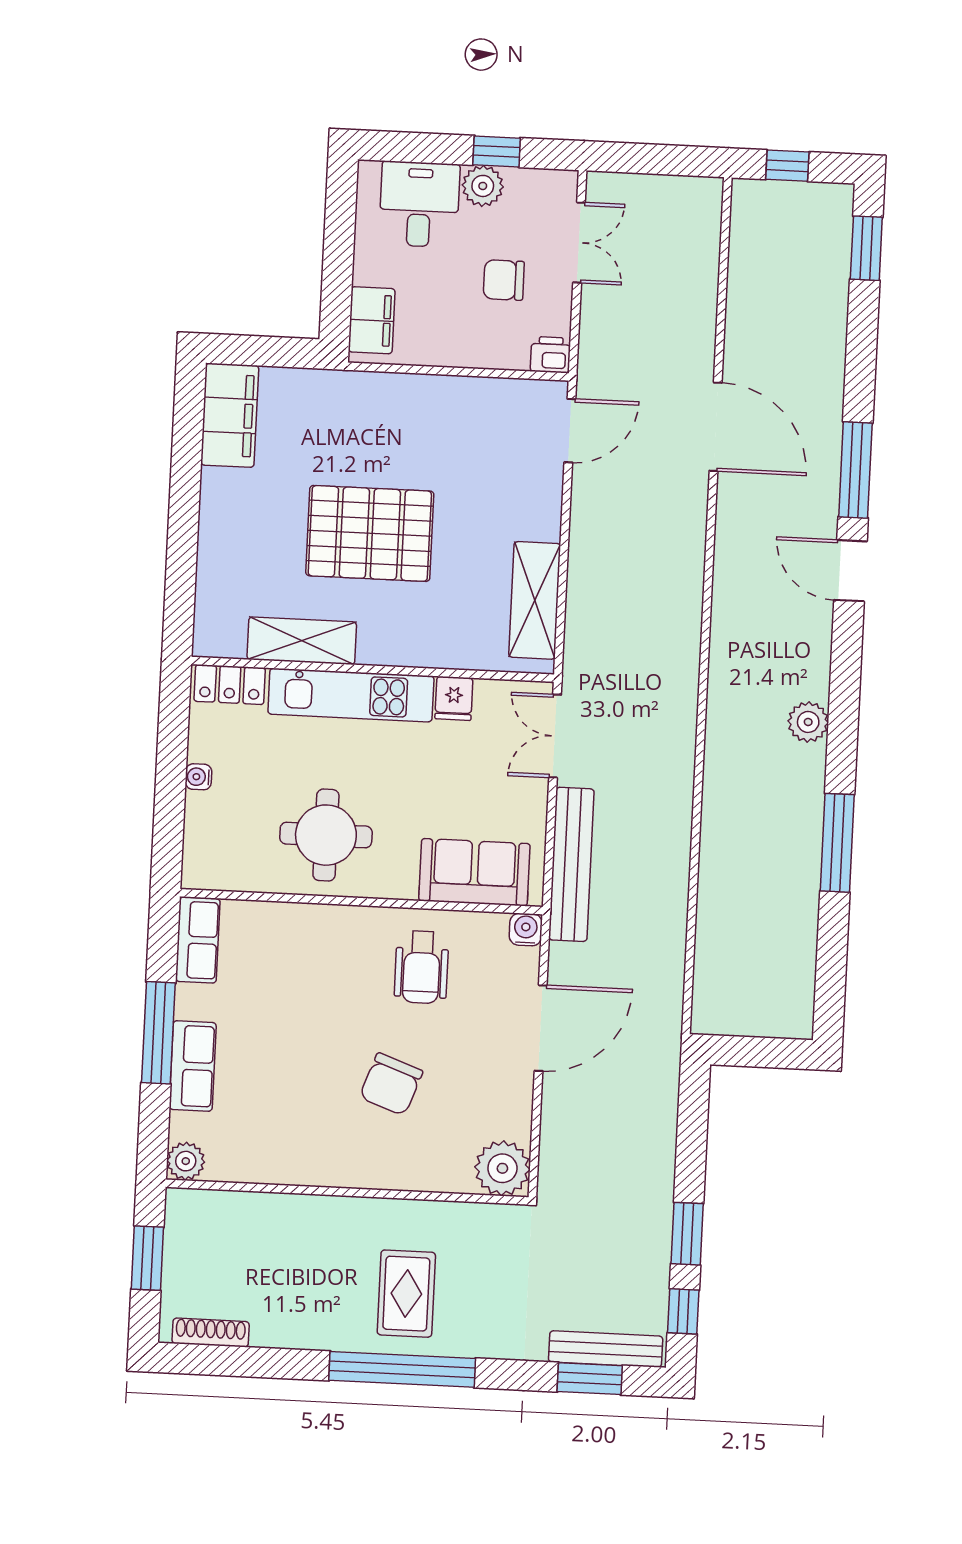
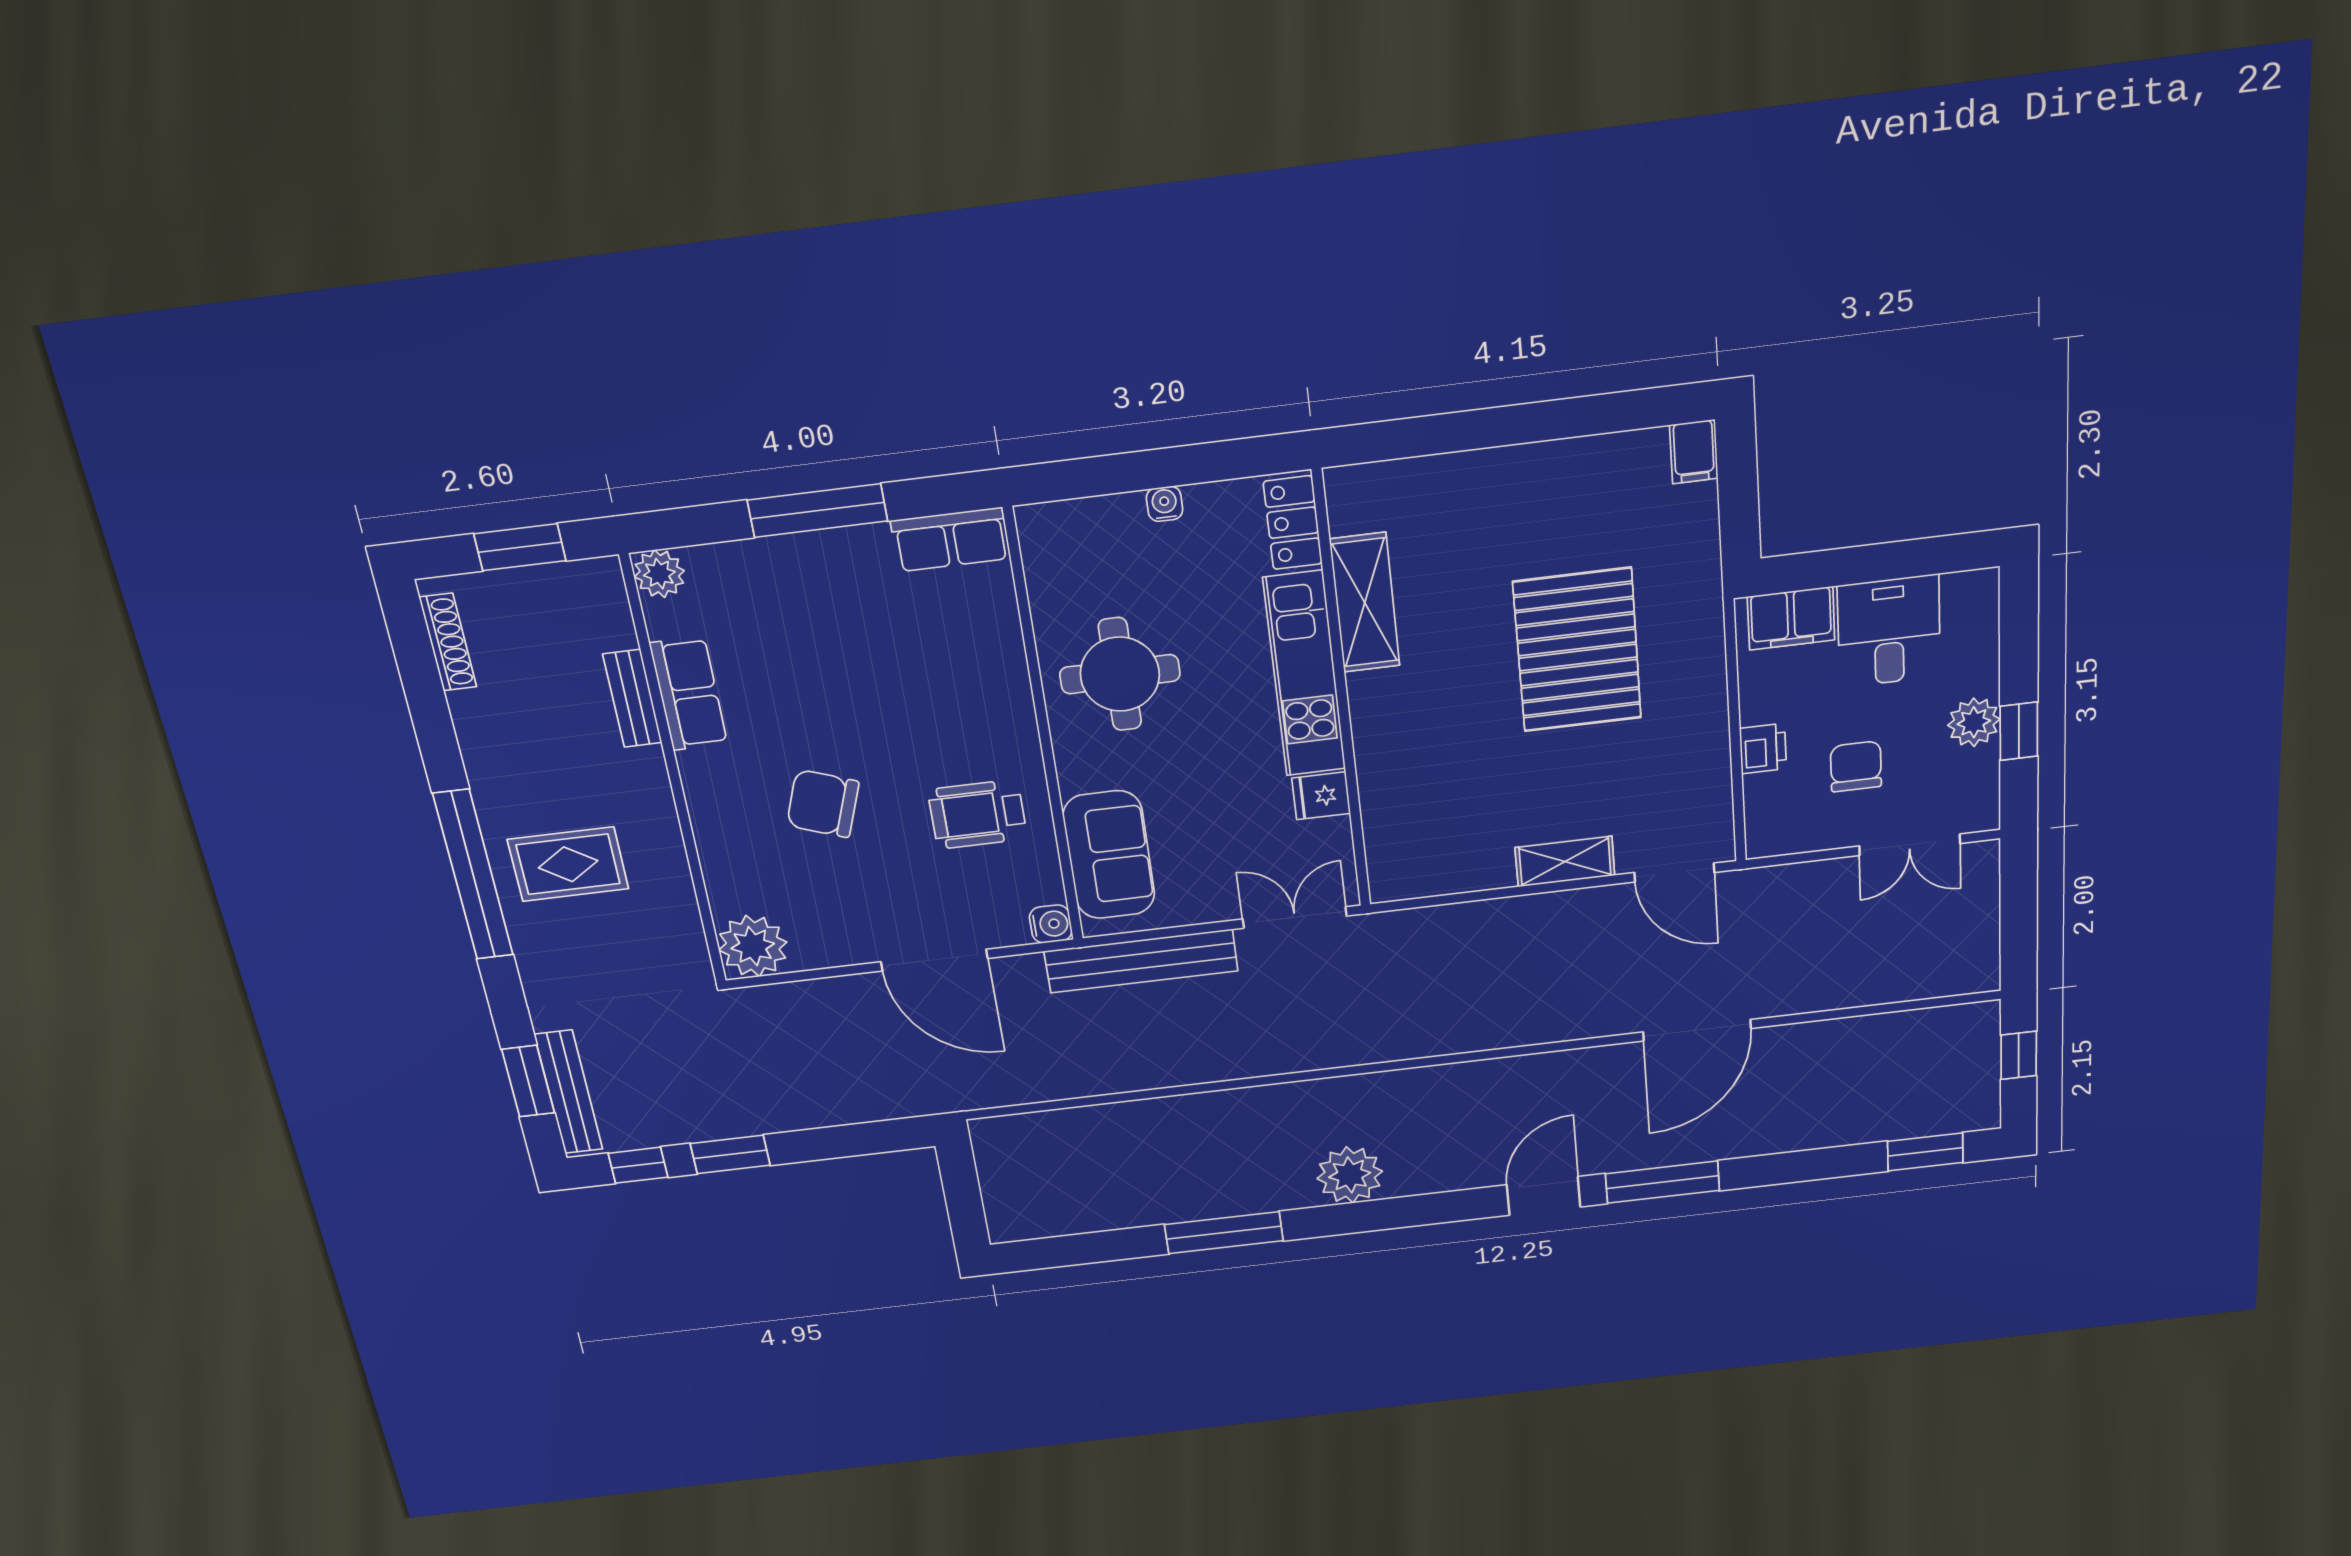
desk: (419, 204) -> (1889, 631), moved, turned -90
printer: (551, 355) -> (1763, 749), moved
filing cabinet: (230, 415) -> (1694, 452), width x0.33, depth x0.86
pallet: (370, 533) -> (1577, 650), moved
shelving: (535, 600) -> (1565, 862), moved, width x0.67, depth x0.75
plant: (808, 722) -> (1350, 1175), width x1.36, depth x1.36
row of seats: (193, 1066) -> (689, 694), moved, turned -90
bench: (280, 1207) -> (632, 698), added

